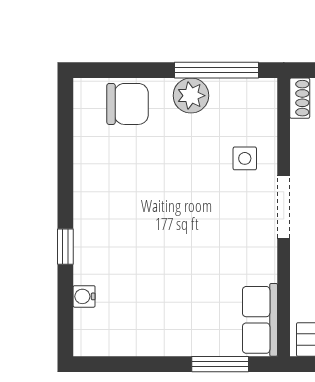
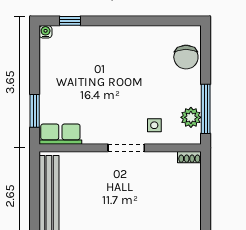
plant: (191, 96) -> (191, 117), moved
window: (65, 247) -> (70, 21), moved
water cooler: (84, 296) -> (46, 32), moved

